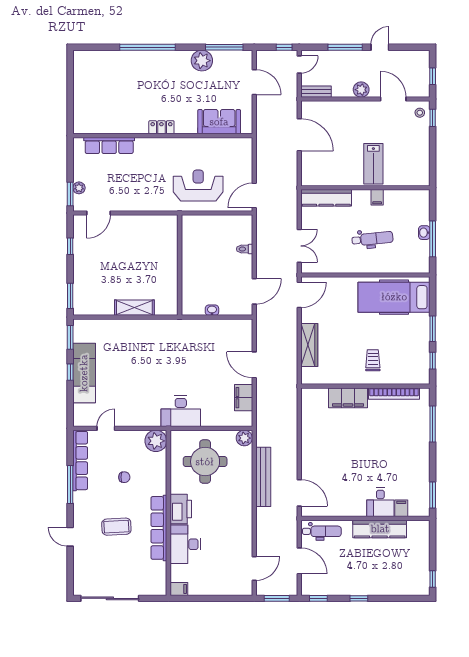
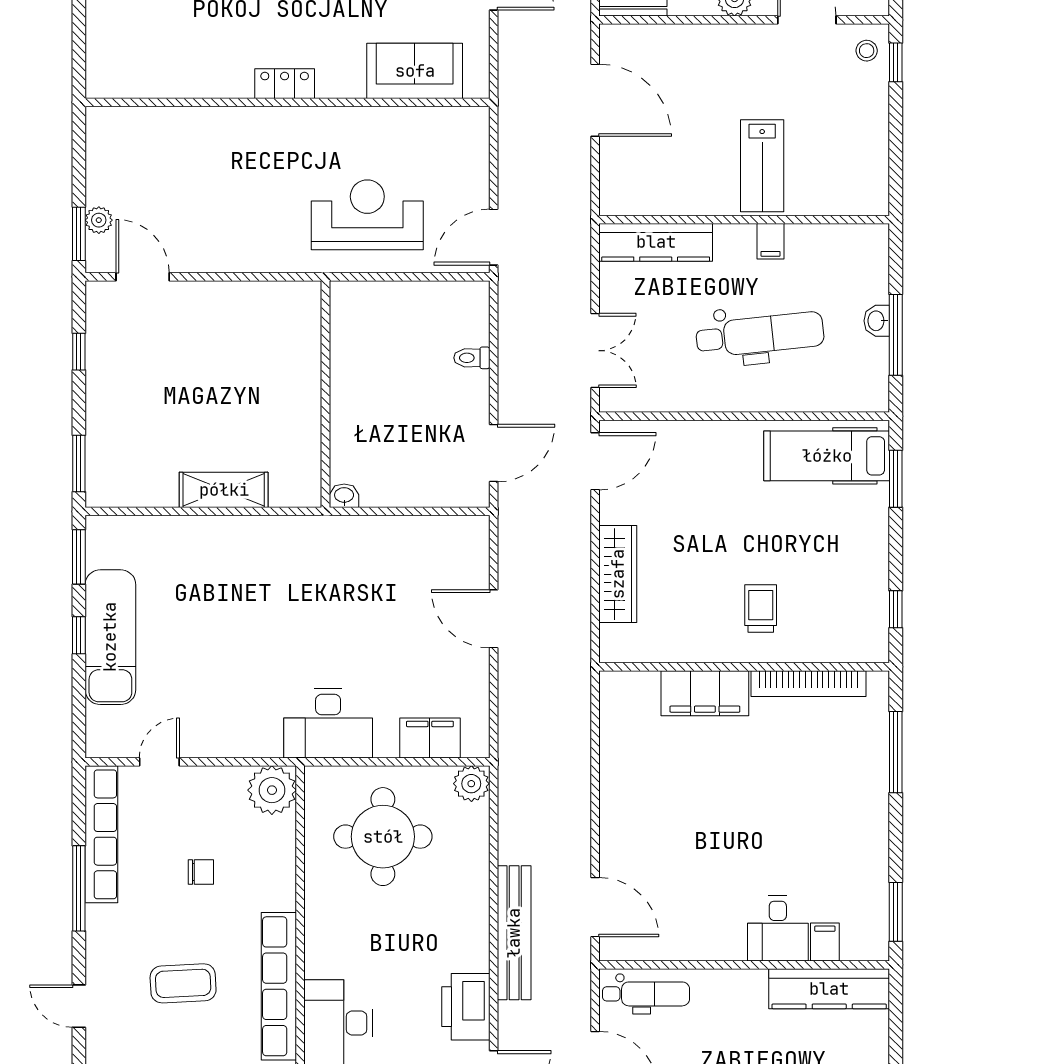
row of seats: (109, 145) -> (167, 125), removed
door: (98, 213) -> (143, 277), swing flipped
dental chair: (372, 239) -> (760, 335), width x1.36, depth x1.38
hospital bed: (394, 297) -> (827, 456), width x0.73, depth x0.78
washbasin: (212, 310) -> (344, 496), moved
window: (433, 329) -> (896, 479), moved
filing cabinet: (244, 398) -> (430, 738), moved, turned 90
bench: (263, 477) -> (514, 933), moved
printer: (181, 509) -> (466, 1007), moved, turned 180
kitchen counter: (380, 529) -> (829, 989), moved

